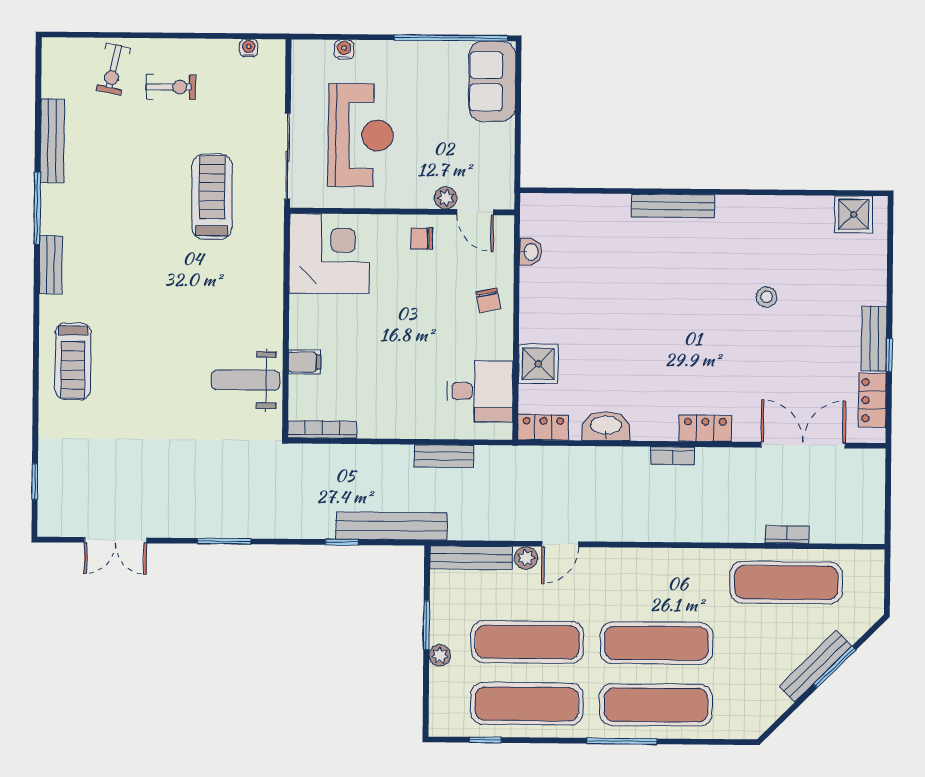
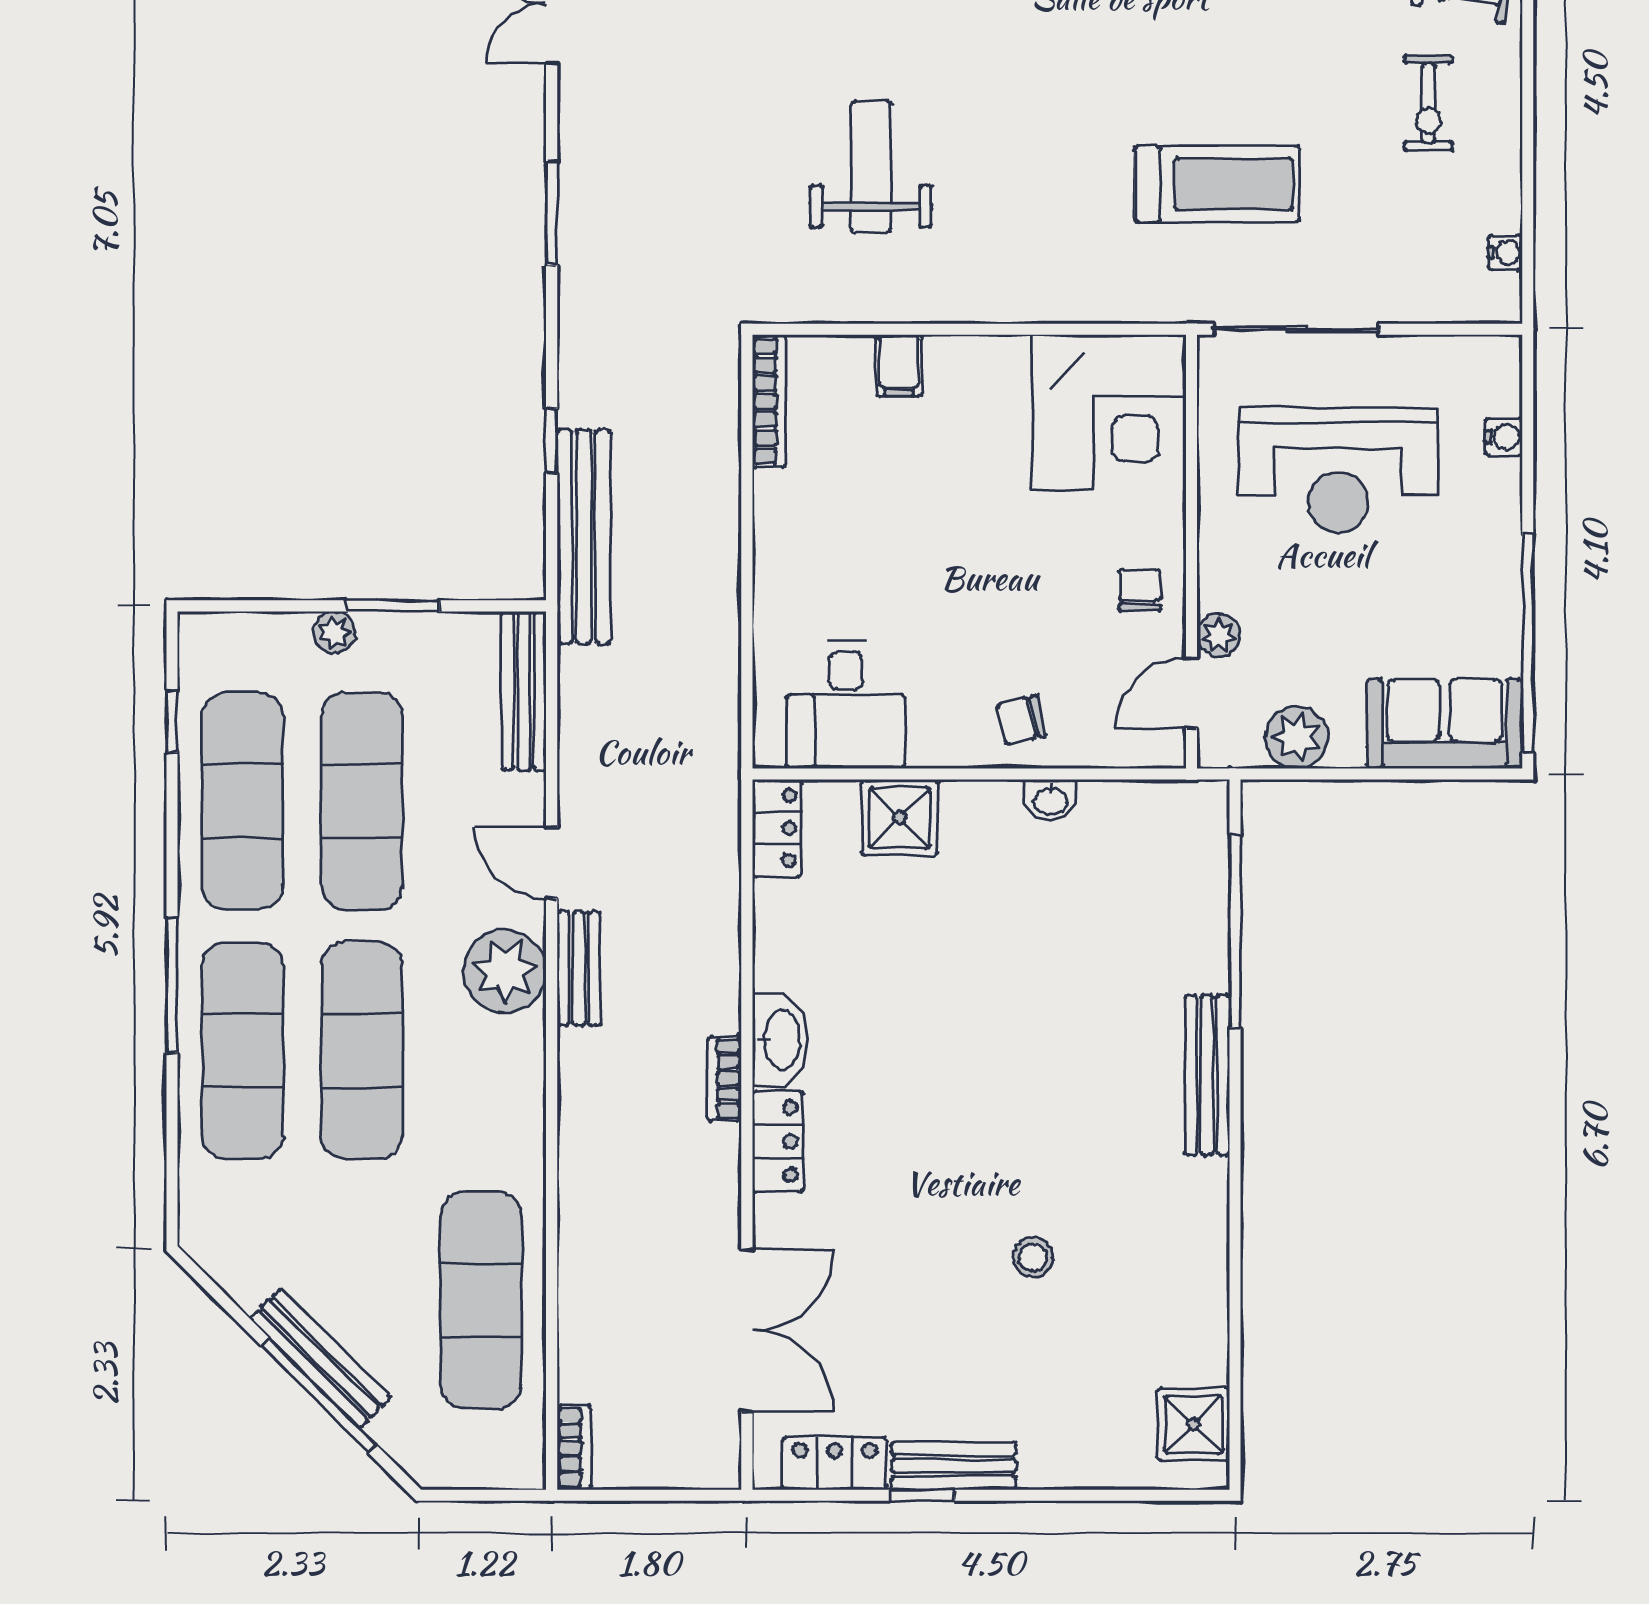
plant: (499, 158) -> (1297, 737), added
window: (599, 191) -> (1235, 932), added
washbasin: (530, 252) -> (1050, 800), moved
weight bench: (246, 380) -> (871, 167), moved
washbasin: (606, 426) -> (781, 1040), moved
bench: (444, 456) -> (579, 969), moved
bookcase: (787, 535) -> (574, 1448), moved
plant: (526, 558) -> (505, 971), moved, width x1.88, depth x1.88
window: (835, 667) -> (319, 1395), width x1.44

